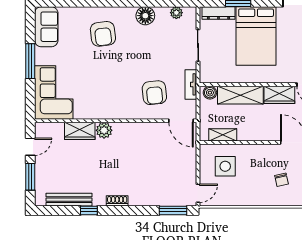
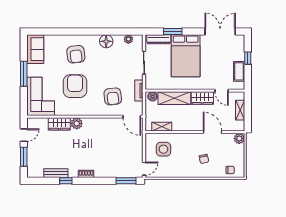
armchair: (102, 78) -> (75, 86), added
bench: (69, 200) -> (56, 173), width x0.73

